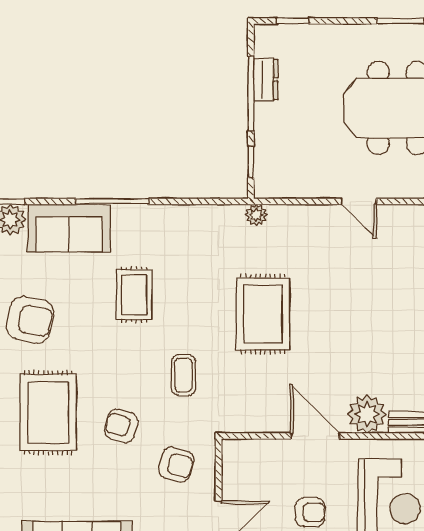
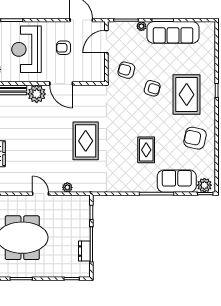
plant: (256, 215) -> (67, 187), moved
coffee table: (183, 375) -> (123, 112), removed

